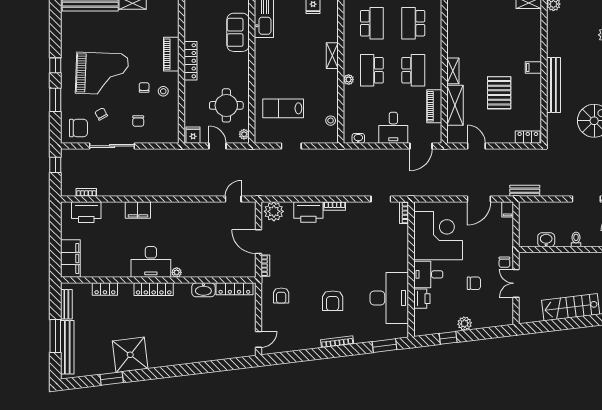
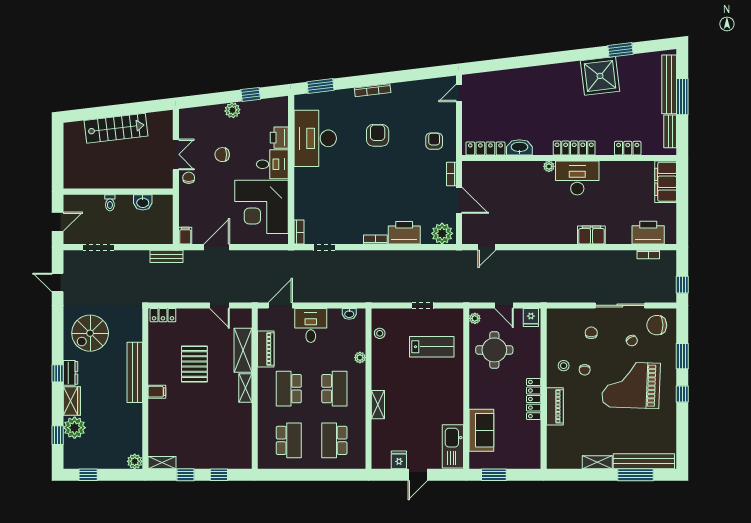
plant: (349, 80) -> (360, 358), moved

